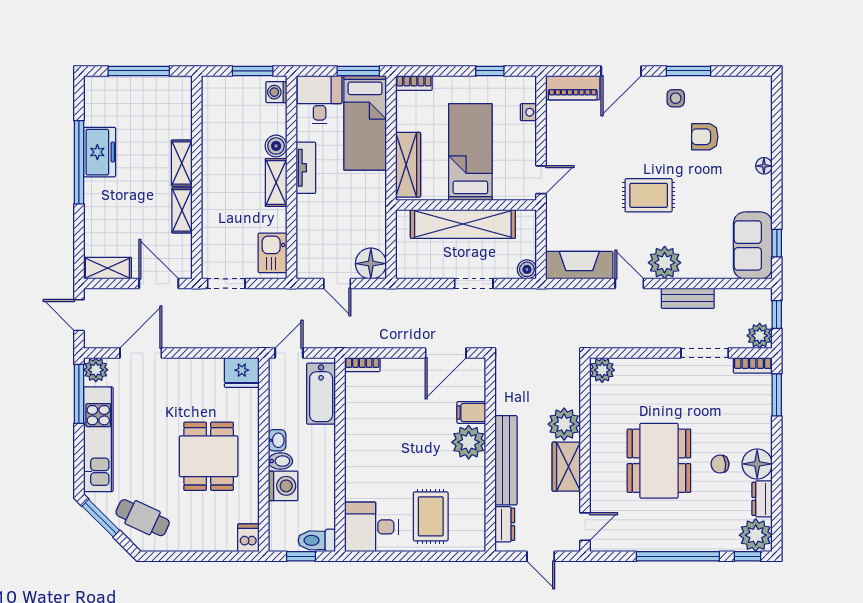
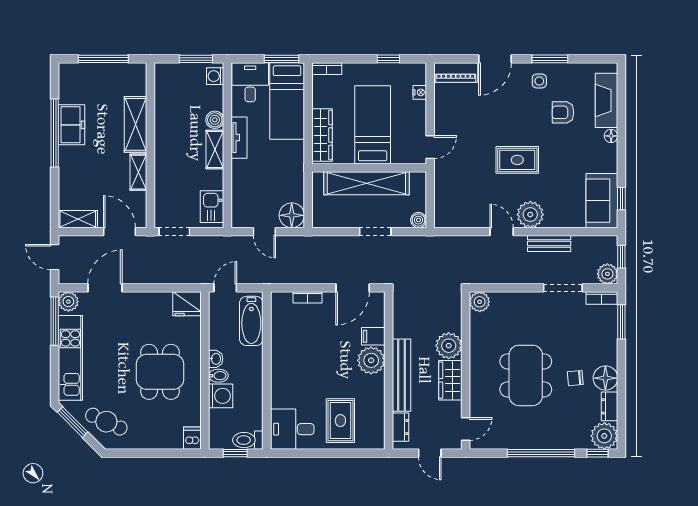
shelving: (182, 163) -> (135, 124), width x1.50, depth x1.33
fireplace: (579, 265) -> (606, 100), moved, turned -90
bookcase: (362, 365) -> (307, 297), moved

